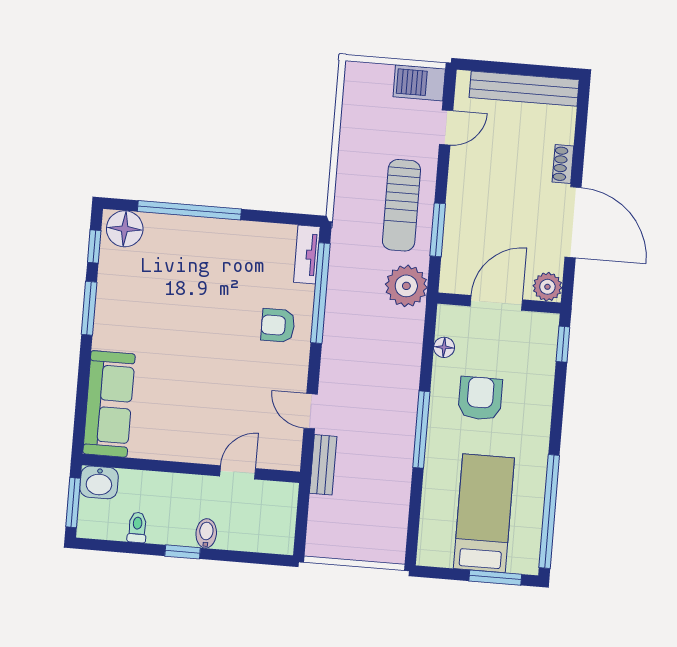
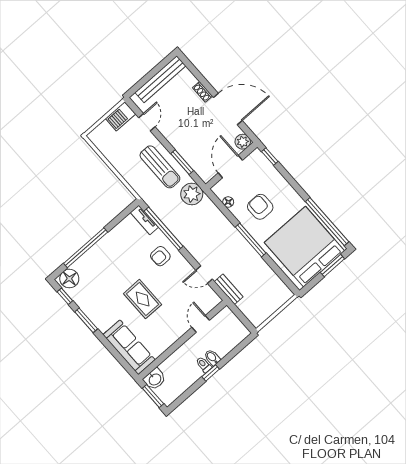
rug: (194, 358) -> (143, 299), added
bed: (484, 513) -> (304, 247), width x2.04
toilet: (137, 527) -> (204, 365), moved

